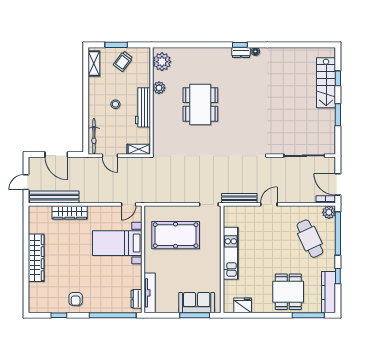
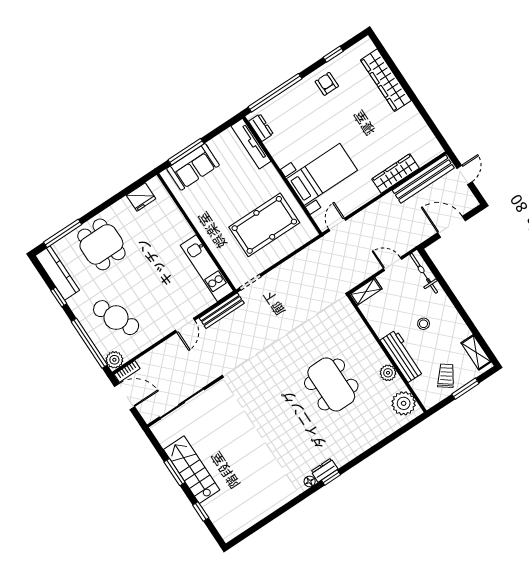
stairs: (326, 83) -> (192, 470), moved
workbench: (143, 107) -> (402, 356), moved
kitchen unit: (231, 253) -> (207, 268), moved
wardrobe: (36, 258) -> (386, 80), moved

